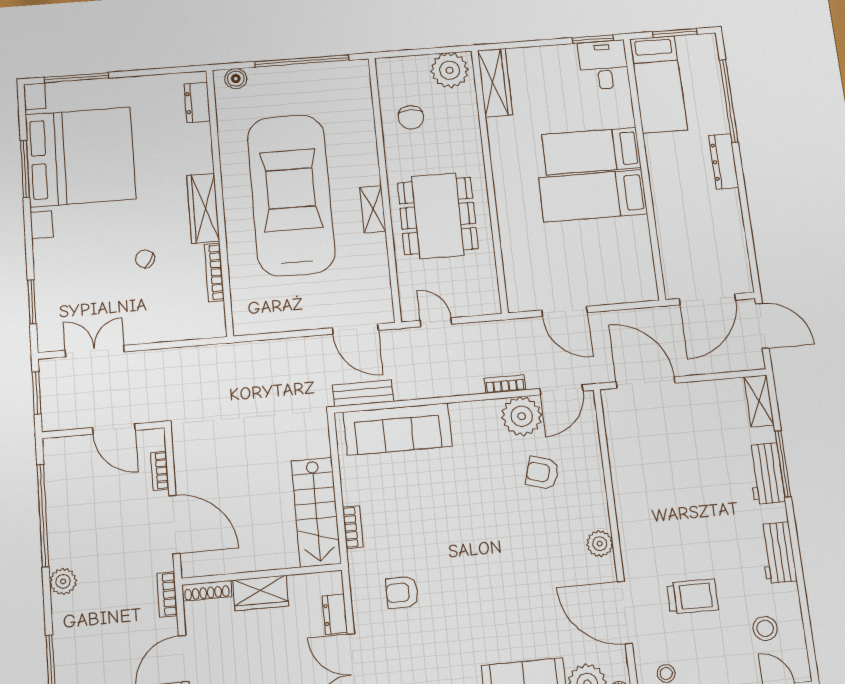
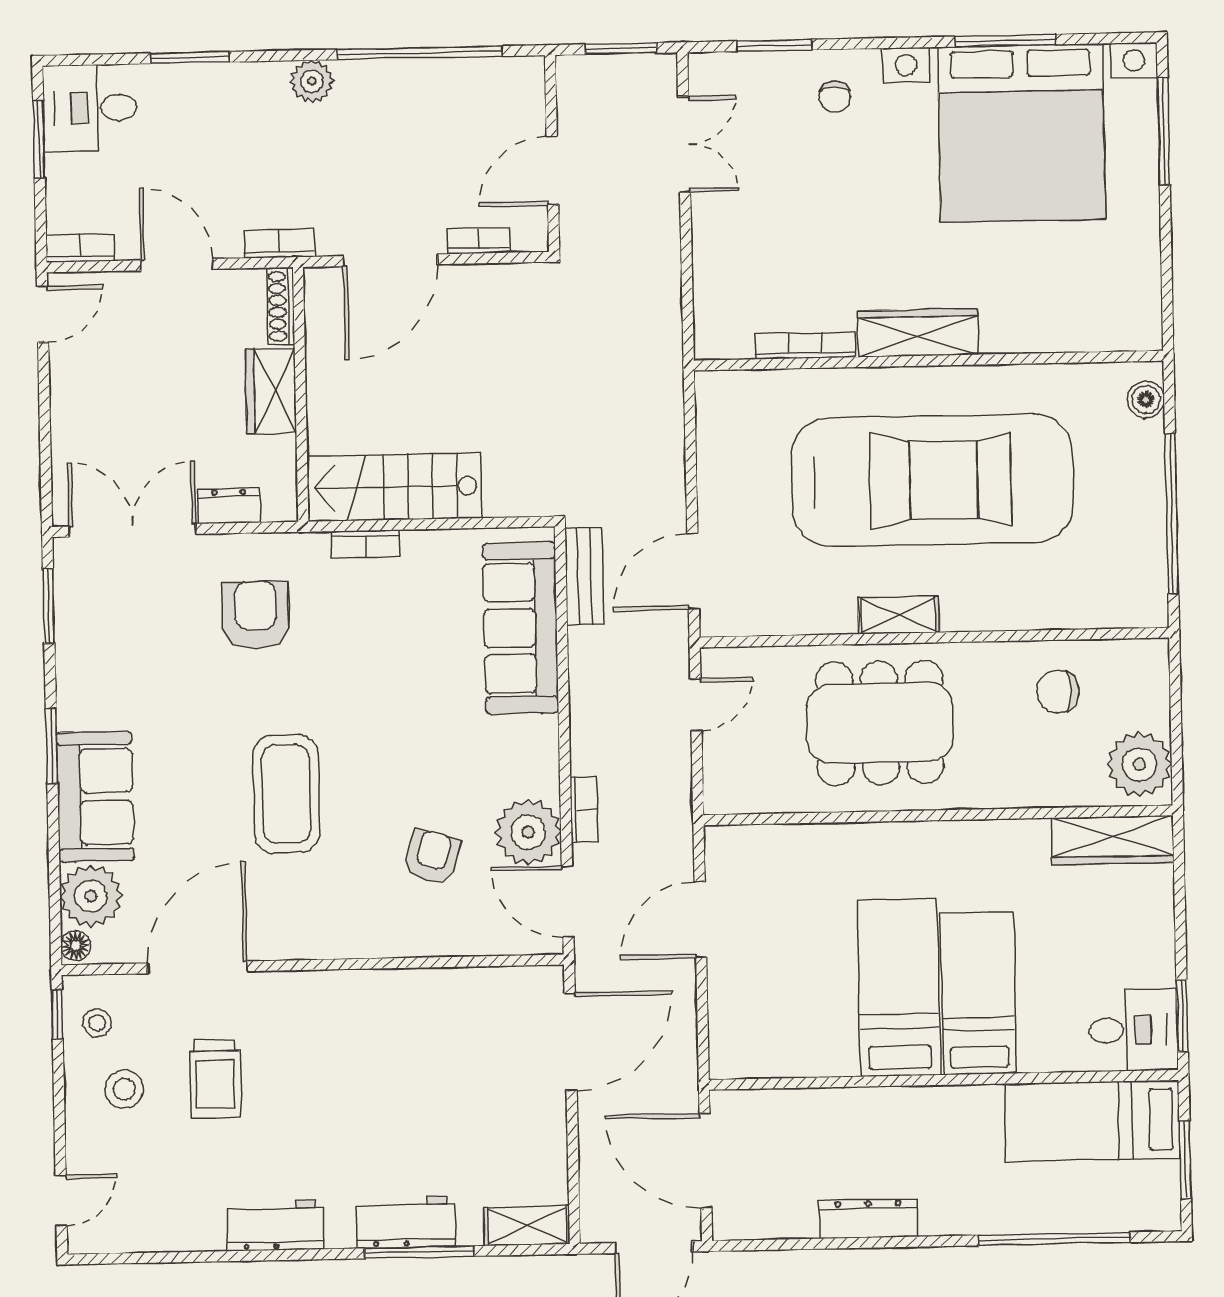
dresser: (197, 102) -> (1107, 332), removed
dresser: (724, 161) -> (868, 1219), moved
chair: (145, 259) -> (835, 97), moved, turned 149
plant: (600, 544) -> (311, 939), removed
coffee table: (512, 565) -> (286, 794), added
armchair: (402, 592) -> (256, 615), width x1.38, depth x1.38
stool: (765, 628) -> (124, 1089), moved

